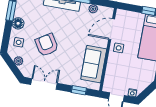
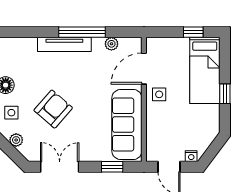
armchair: (47, 45) -> (53, 109), turned 73
sofa: (94, 64) -> (127, 125), width x1.36

